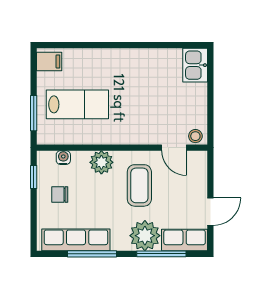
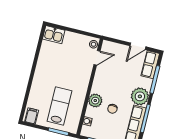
coffee table: (139, 185) -> (113, 82), removed
chair: (60, 195) -> (112, 109), moved
door: (210, 212) -> (138, 46), swing flipped
plant: (145, 236) -> (140, 96), moved

